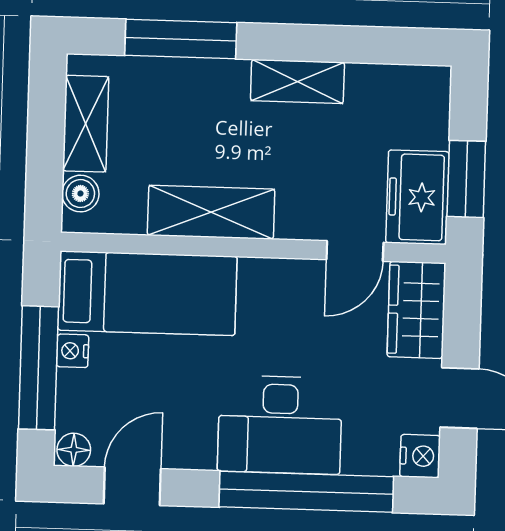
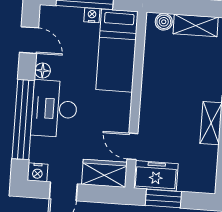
shelving: (211, 212) -> (153, 81), removed
floor lamp: (74, 450) -> (43, 71), moved

